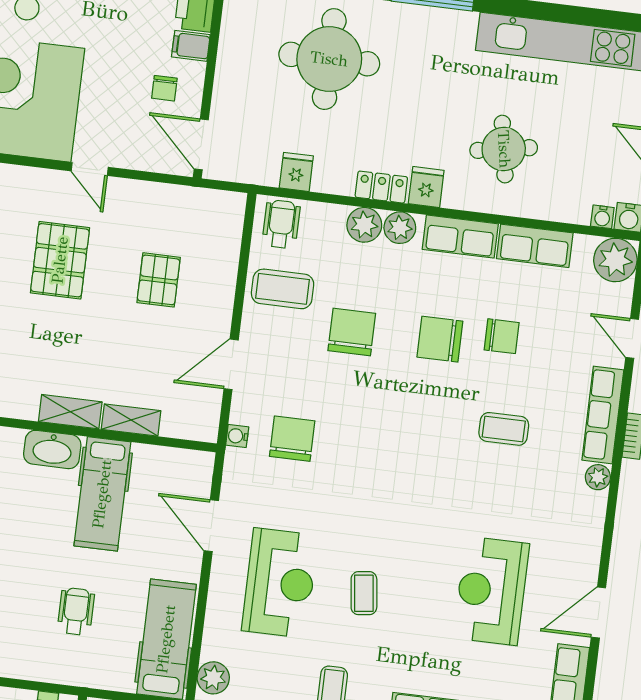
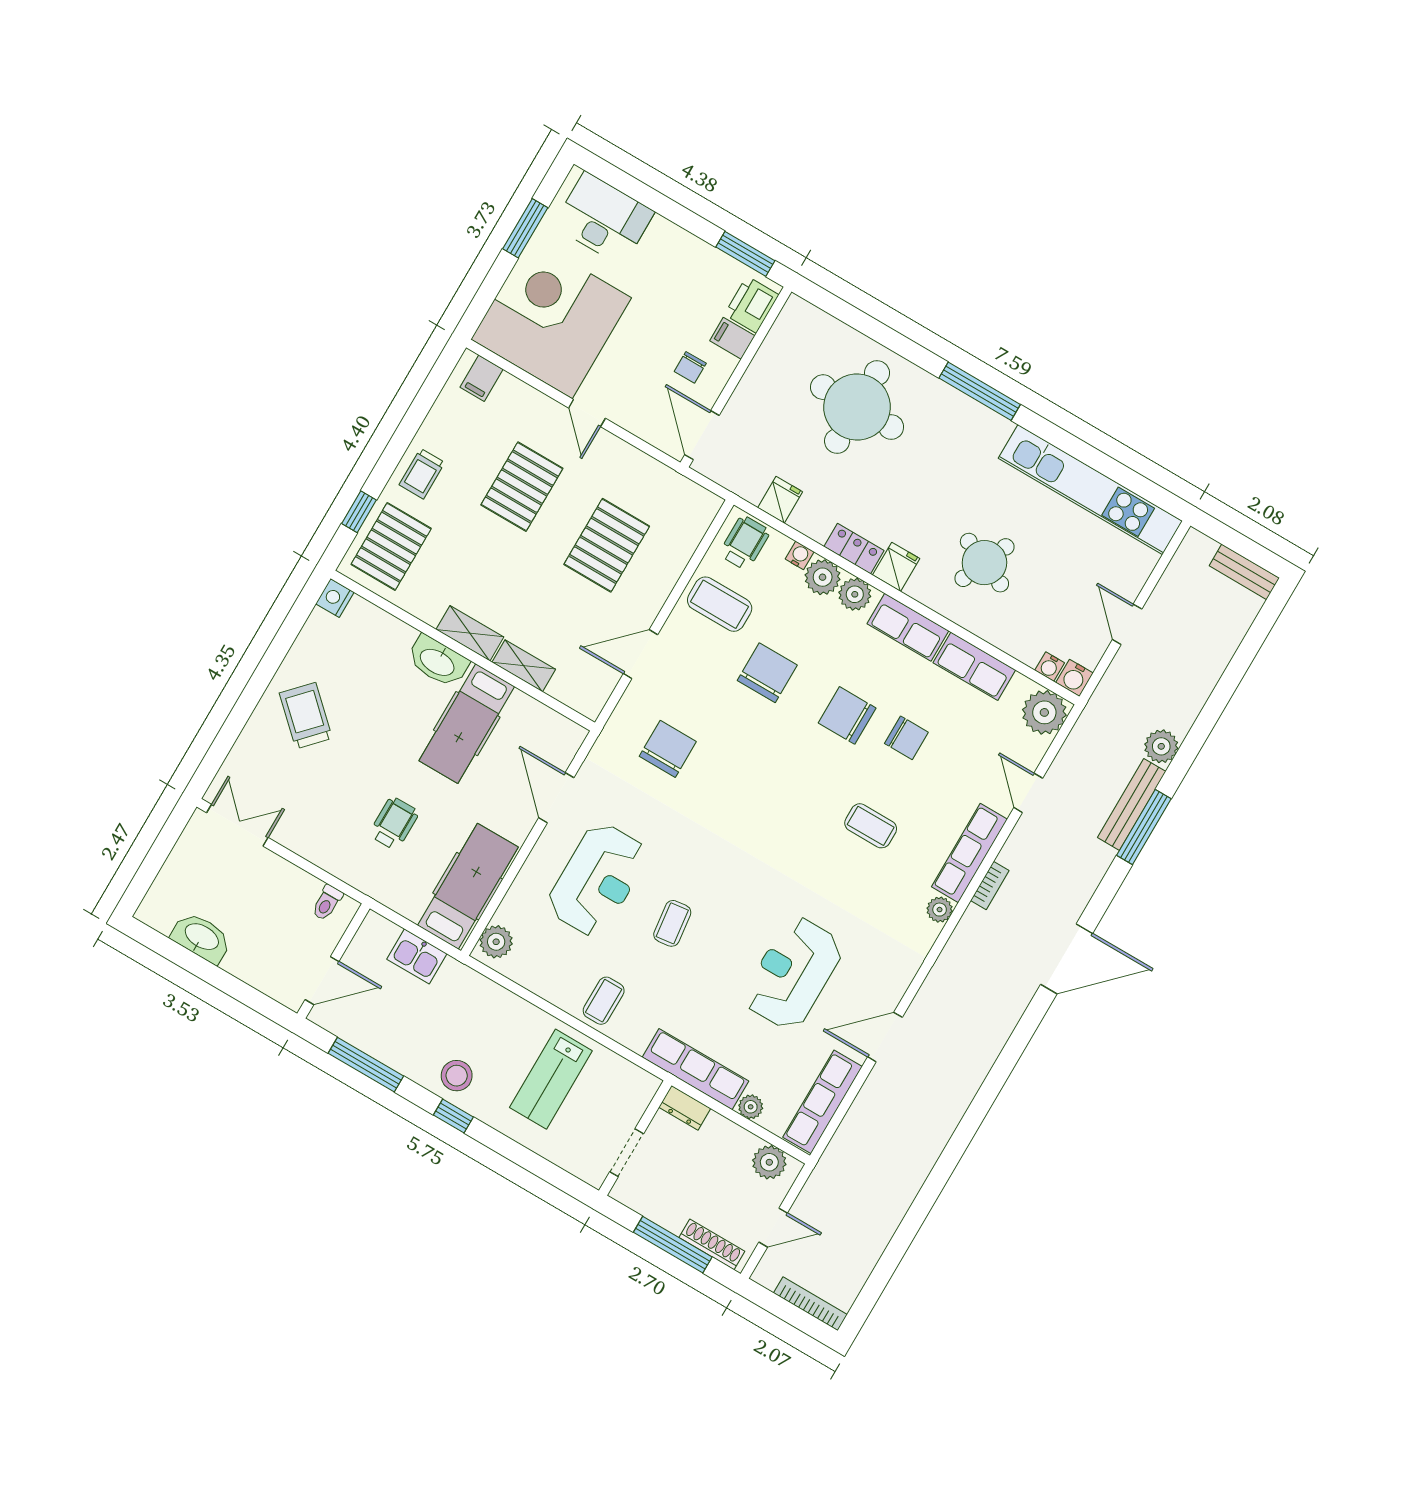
round table: (504, 149) -> (984, 563), turned 33
pallet: (159, 280) -> (607, 545), width x1.50, depth x1.42
water cooler: (237, 436) -> (800, 555), moved, turned 90

